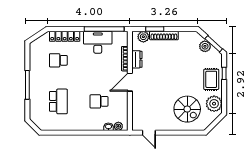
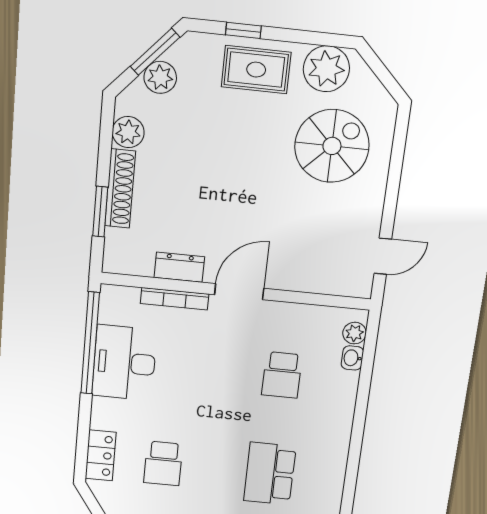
locker: (65, 36) -> (101, 455), width x0.66
plant: (143, 37) -> (128, 132), moved
door: (130, 82) -> (239, 292), swing flipped
school desk: (58, 101) -> (270, 474), turned -90

